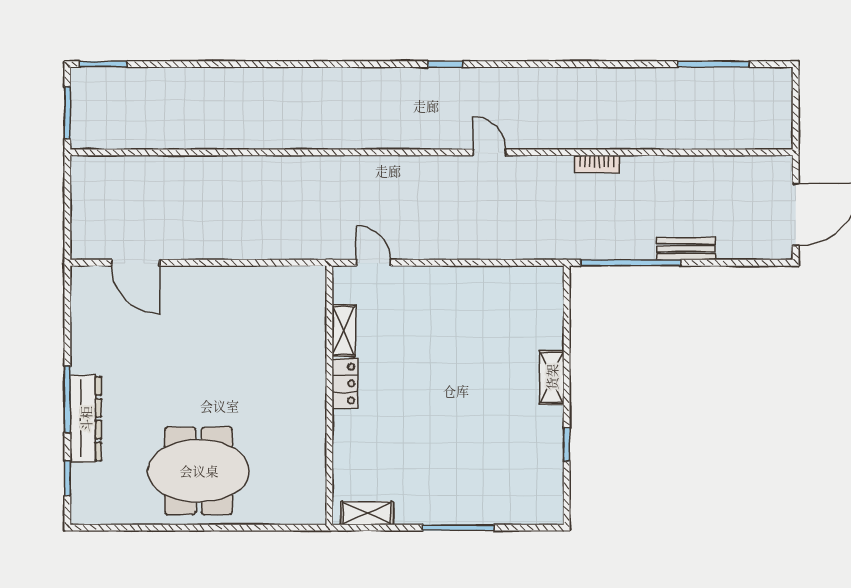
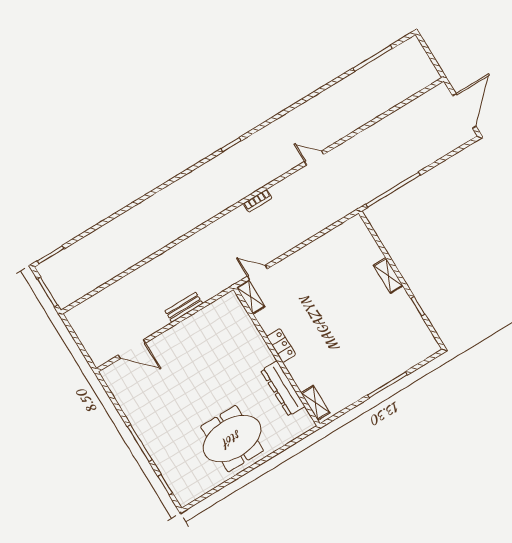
door: (490, 152) -> (314, 158), moved
bookcase: (597, 164) -> (258, 201), moved
bench: (686, 249) -> (184, 307), moved
shelving: (344, 331) -> (251, 297), moved
dresser: (86, 419) -> (283, 388), moved, turned 180
shelving: (367, 513) -> (315, 403), moved, turned 90

